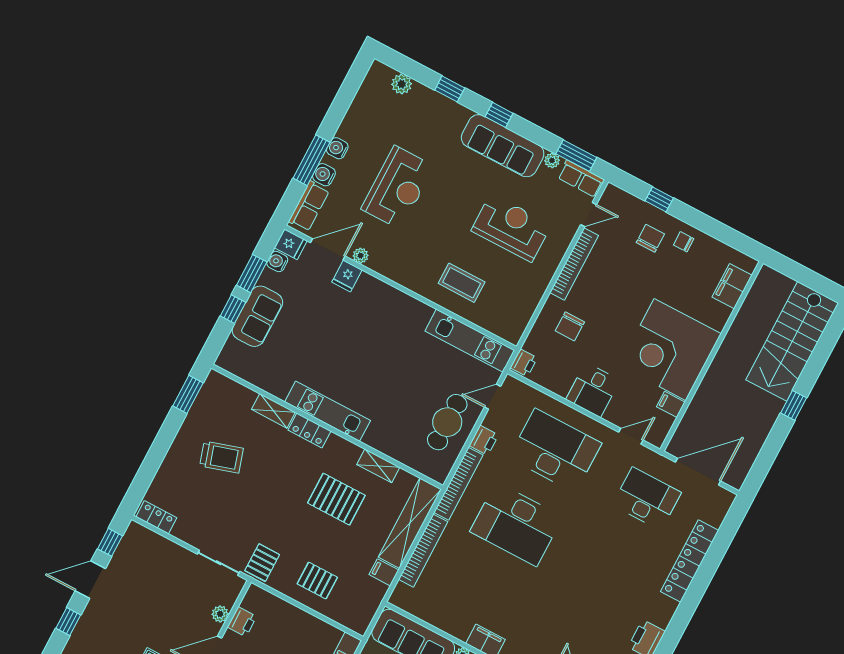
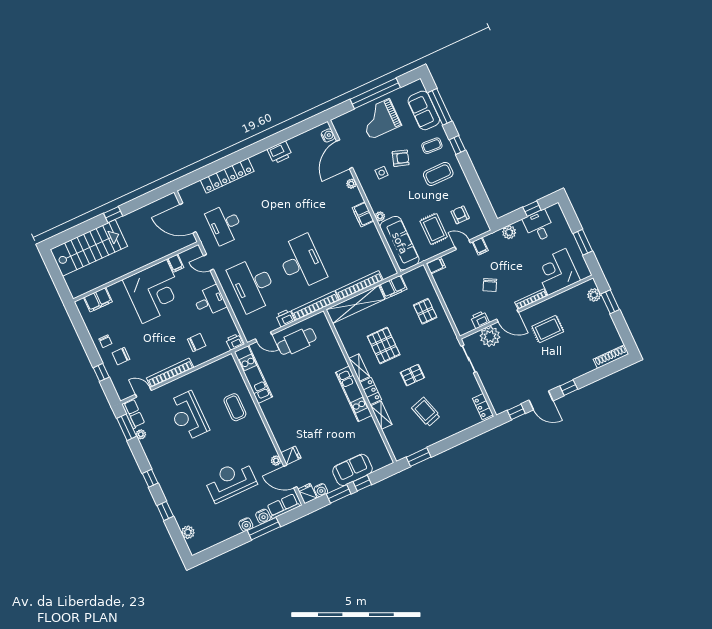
sofa: (503, 146) -> (160, 461), removed
shelving: (378, 466) -> (359, 368), moved
pallet: (262, 563) -> (412, 375), moved
filing cabinet: (384, 572) -> (393, 287), width x2.00
plant: (220, 614) -> (490, 336), width x1.88, depth x1.88

